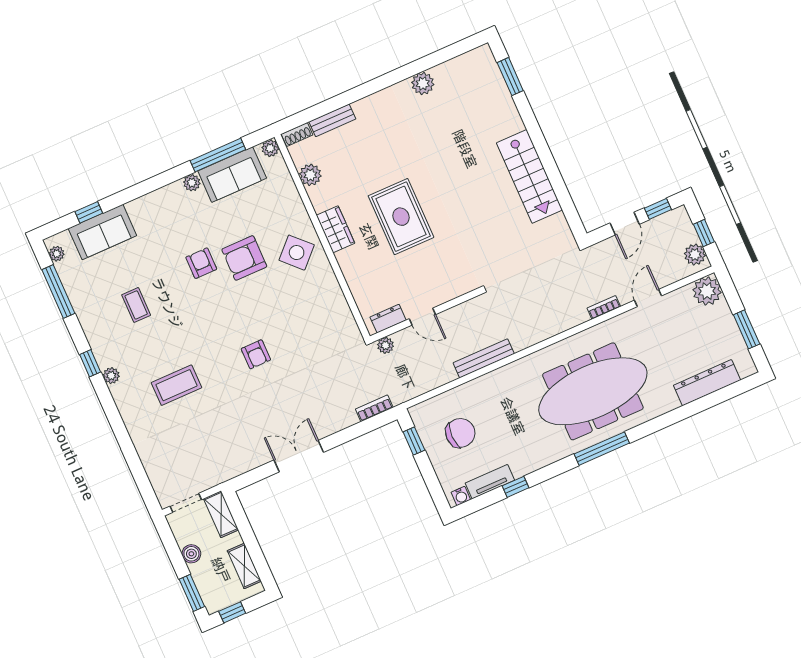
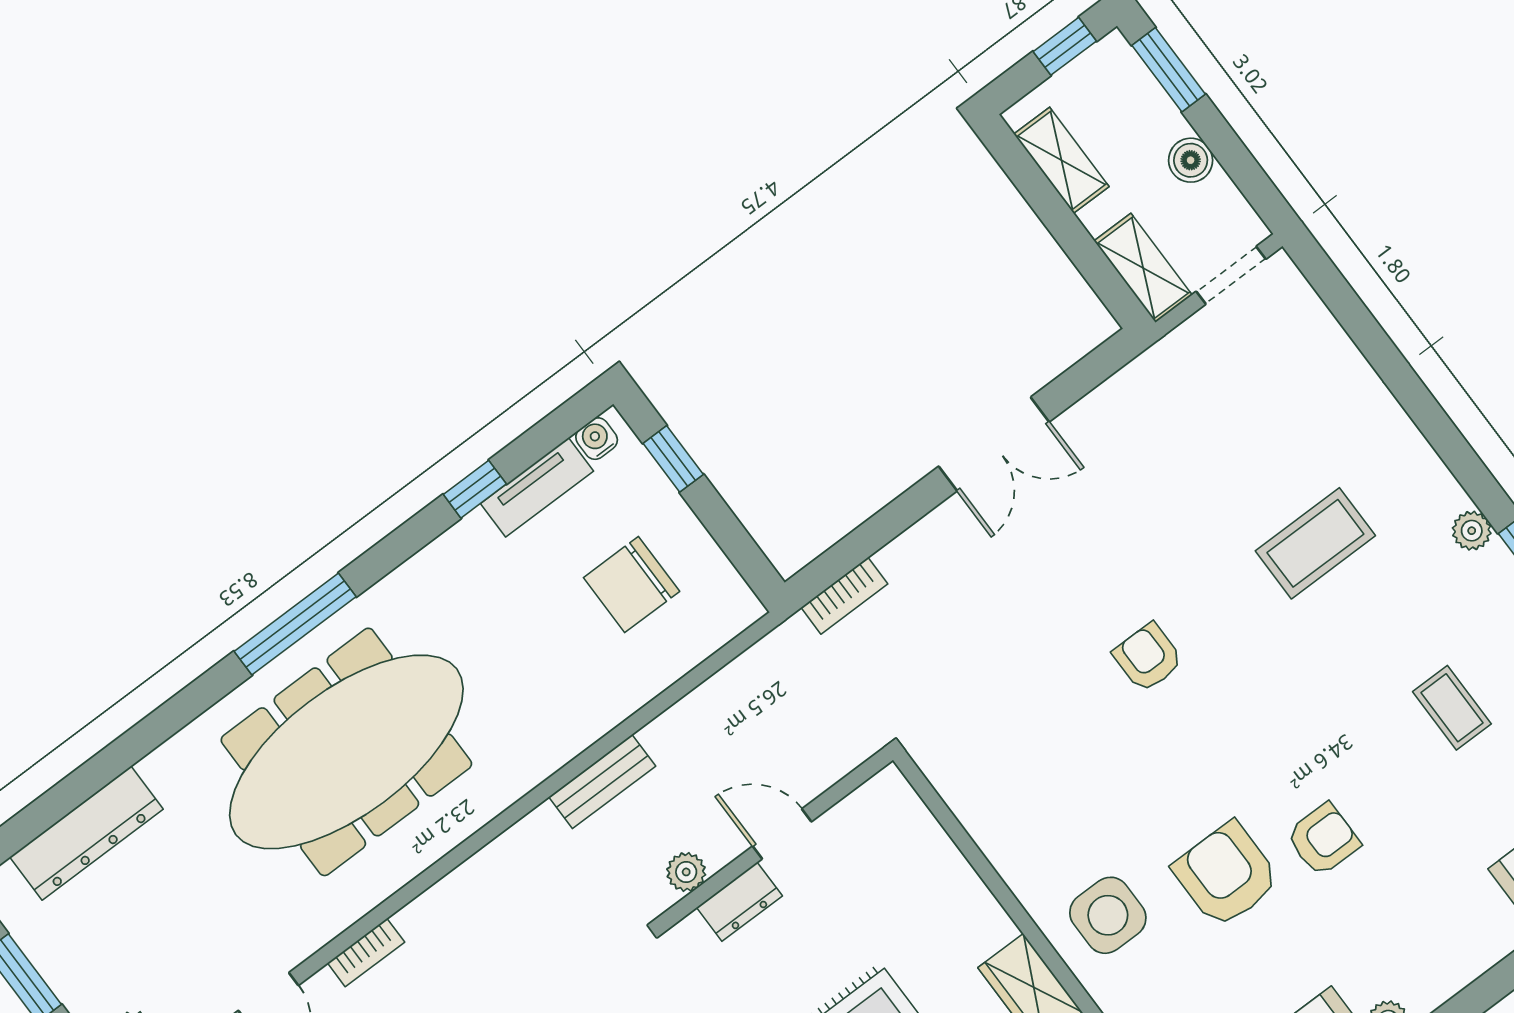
side table: (297, 253) -> (1108, 915), turned 45
armchair: (244, 258) -> (1226, 875), turned -90
armchair: (201, 263) -> (1323, 839), turned -90
dresser: (388, 319) -> (739, 902), moved
plant: (386, 345) -> (686, 872), moved
bench: (484, 358) -> (602, 781), width x0.73
window: (414, 441) -> (673, 459), moved

